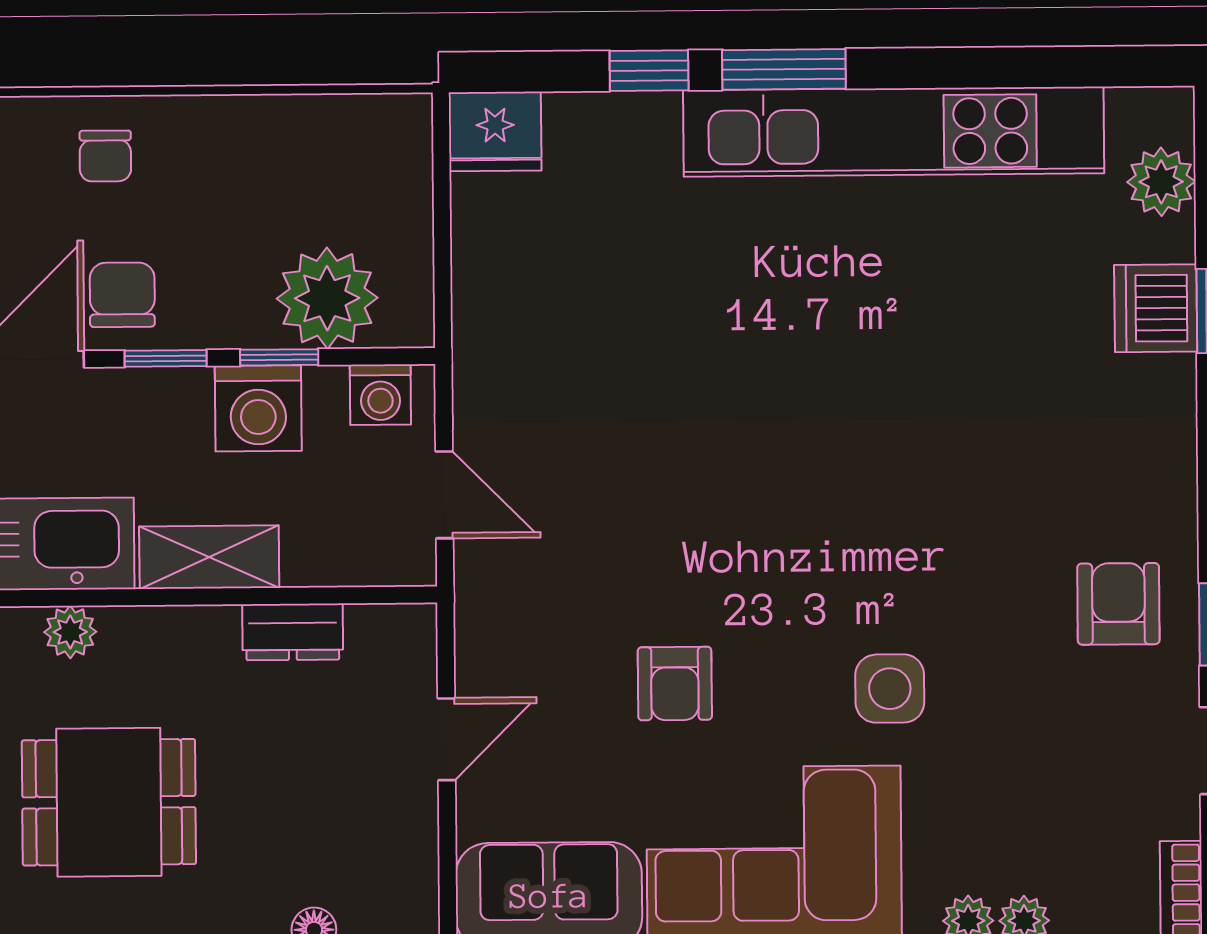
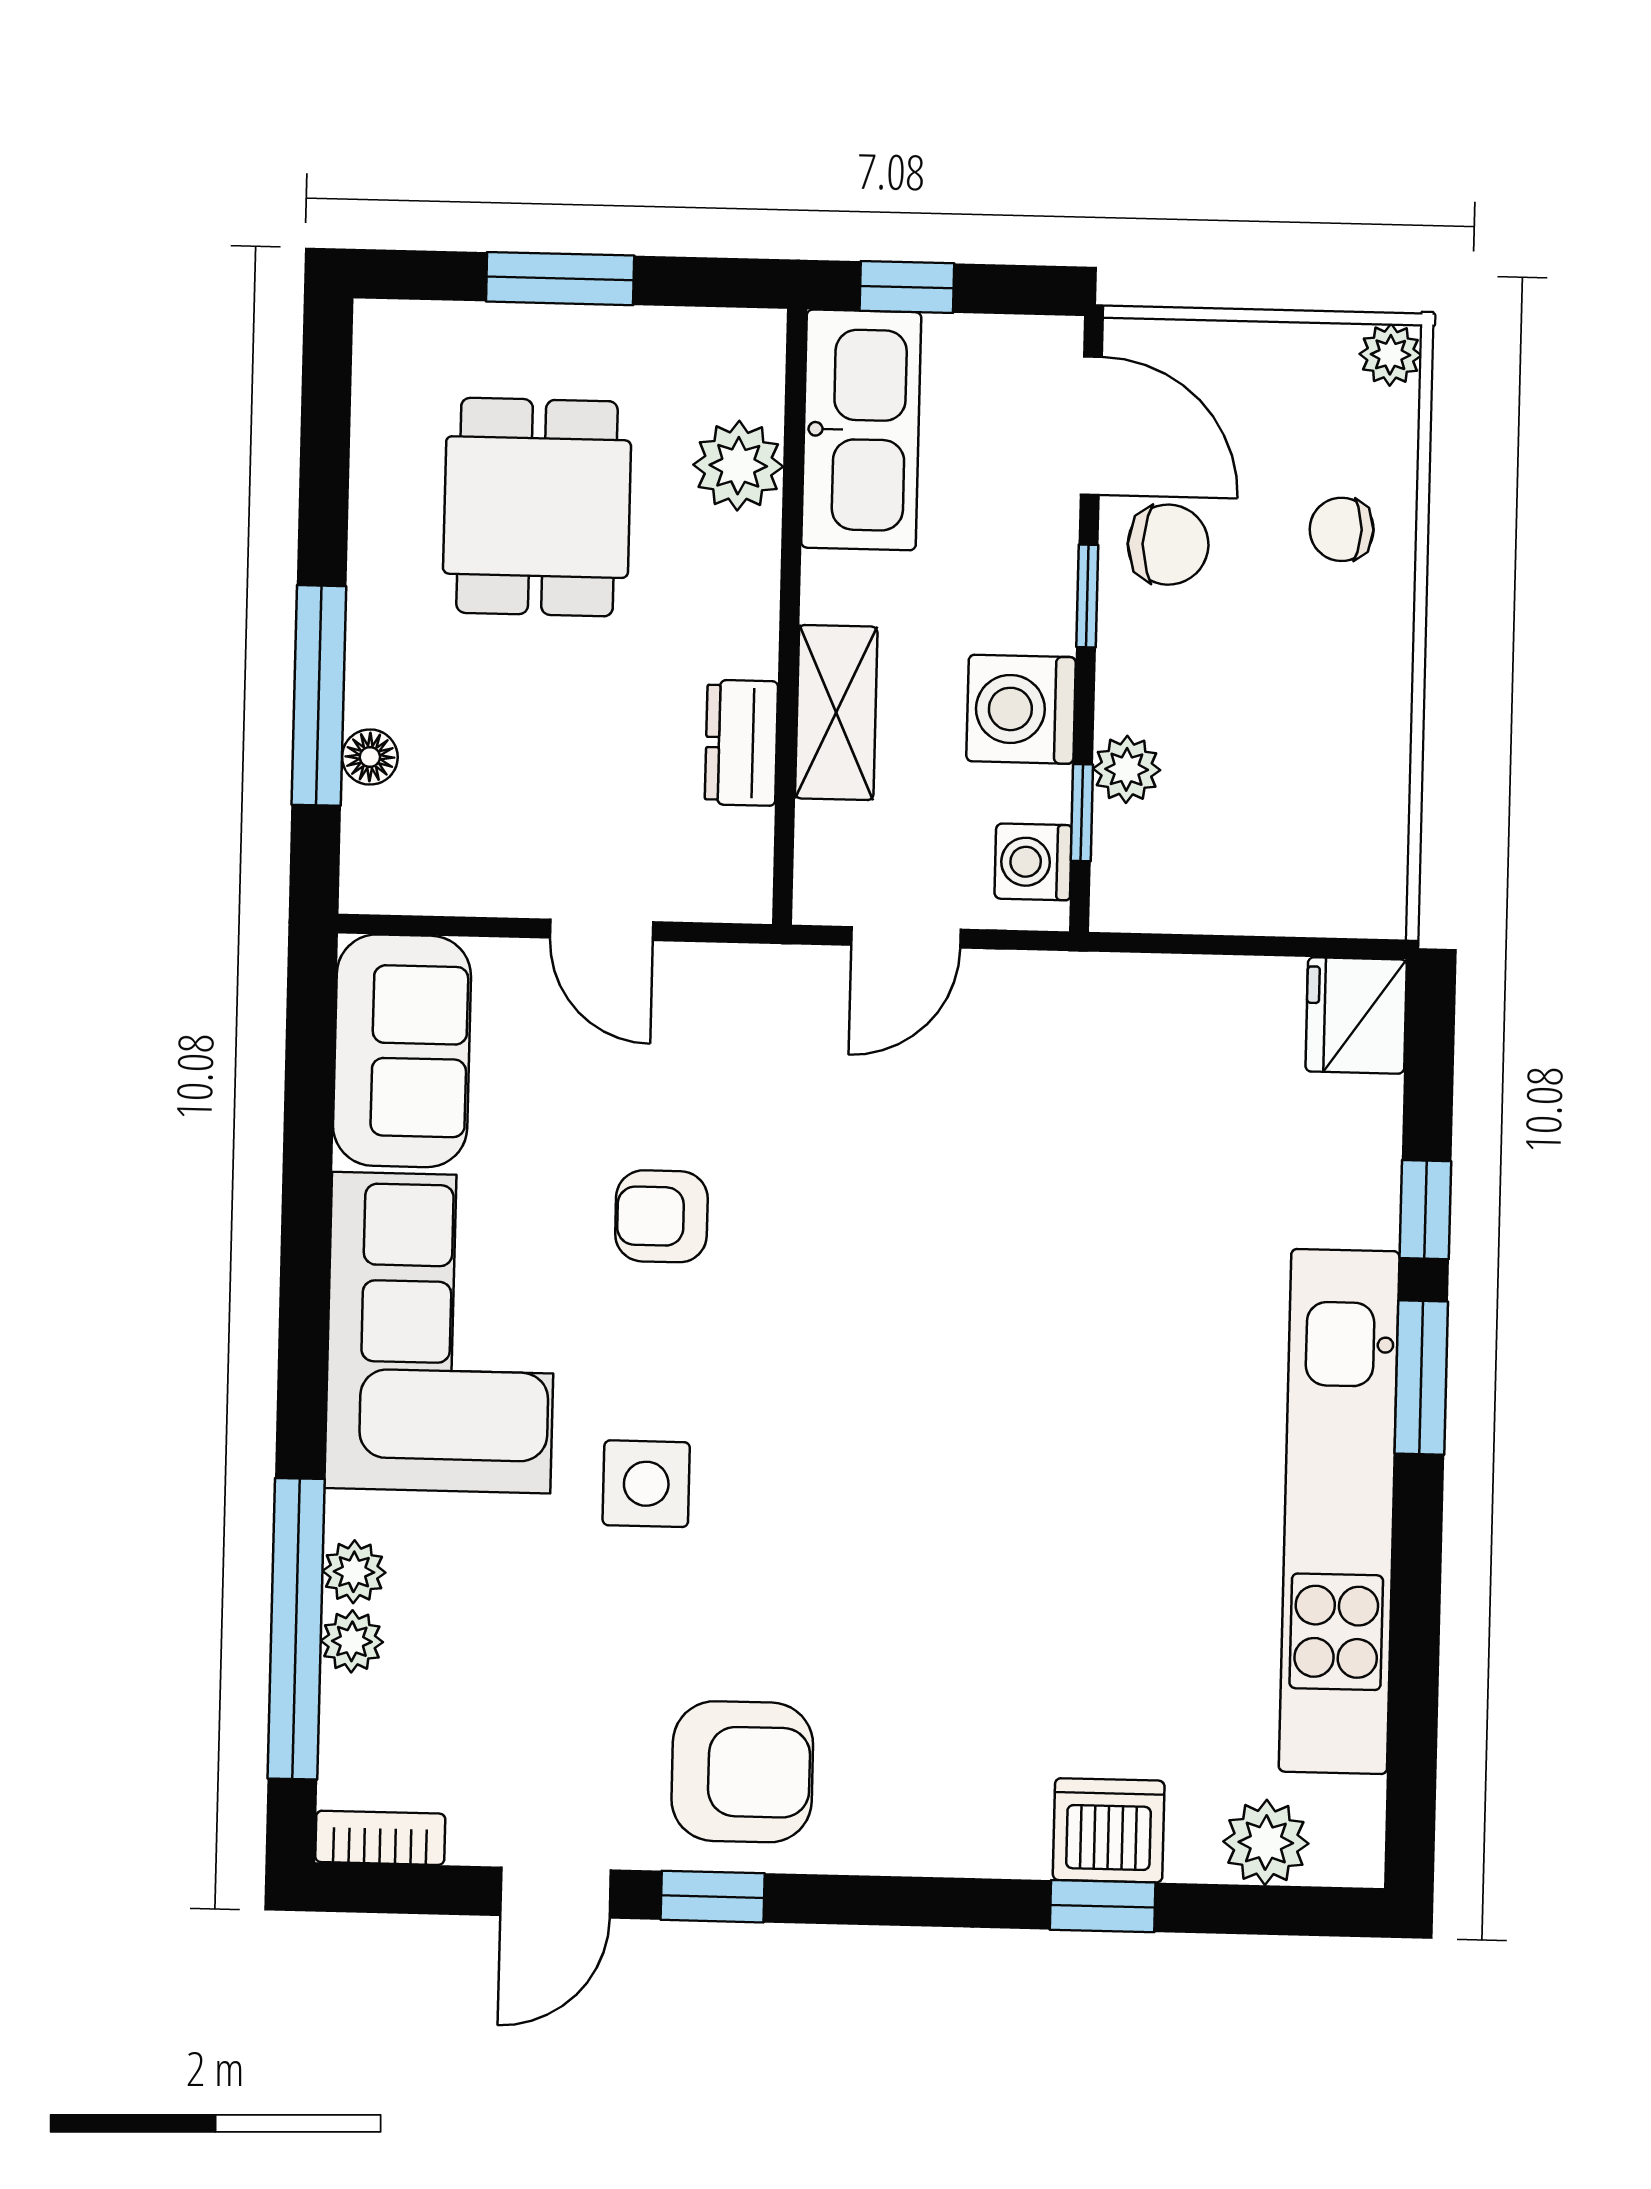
plant: (327, 298) -> (1127, 769), width x0.53, depth x0.53
window: (279, 357) -> (1082, 813), moved
shelving: (209, 557) -> (836, 713), moved
armchair: (1118, 604) -> (742, 1772), width x1.38, depth x1.38
plant: (70, 632) -> (738, 466), width x1.38, depth x1.38

